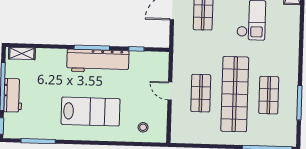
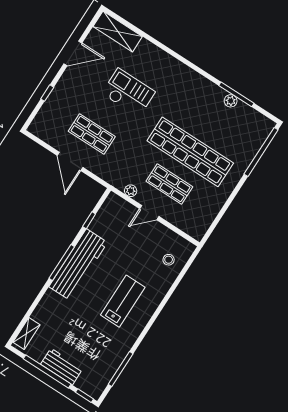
plant: (178, 67) -> (131, 191), added
shop shelf: (269, 95) -> (211, 120), removed
plant: (292, 101) -> (231, 101), added
lab bench: (91, 112) -> (123, 301), width x0.73, depth x0.72

